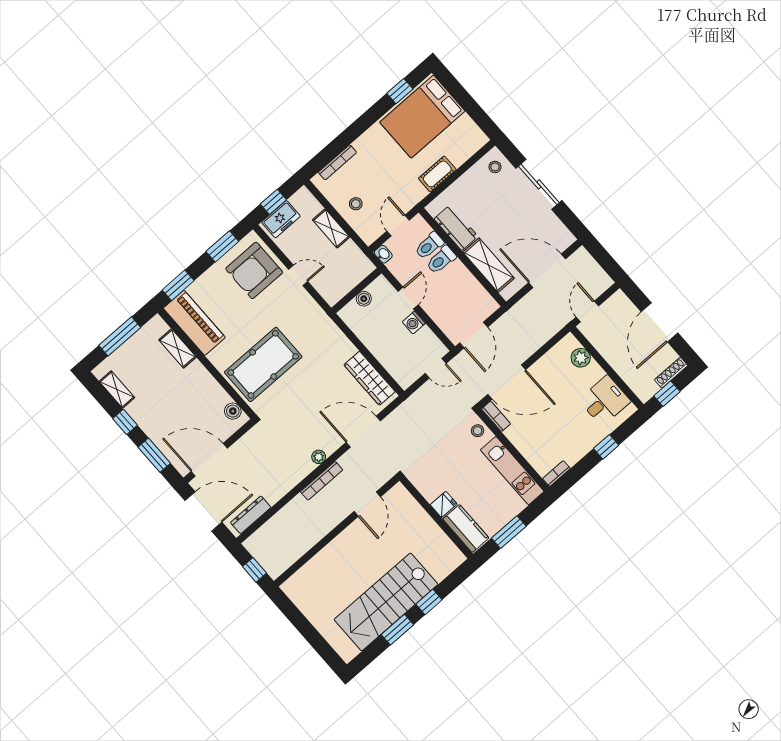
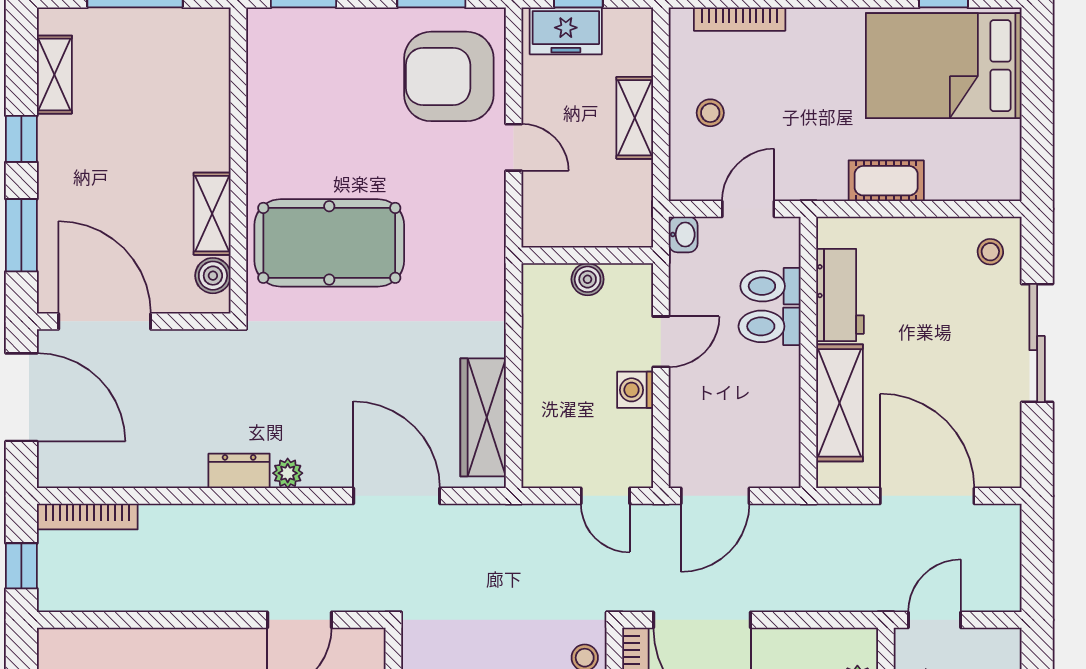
piano: (194, 323) -> (276, 76), removed
shelving: (178, 348) -> (212, 214), moved
bookcase: (322, 481) -> (87, 516), moved
dresser: (251, 515) -> (239, 471), moved, width x0.70

